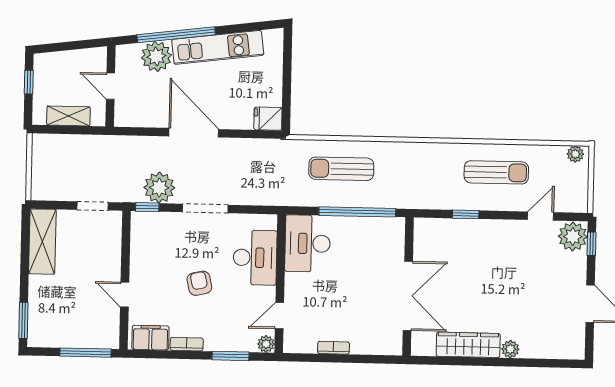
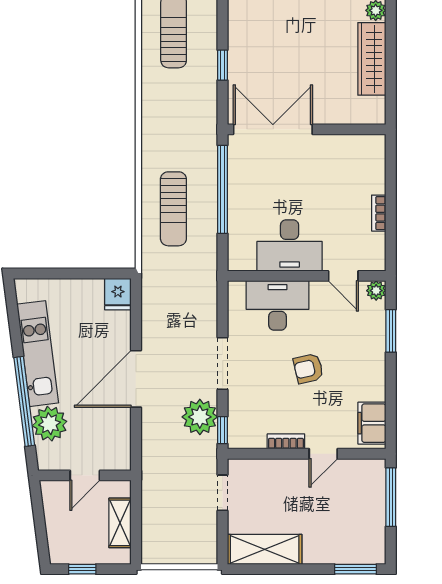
desk: (308, 243) -> (290, 246), moved
double door: (408, 296) -> (273, 129), moved
bookcase: (187, 344) -> (286, 441), moved, turned 90

